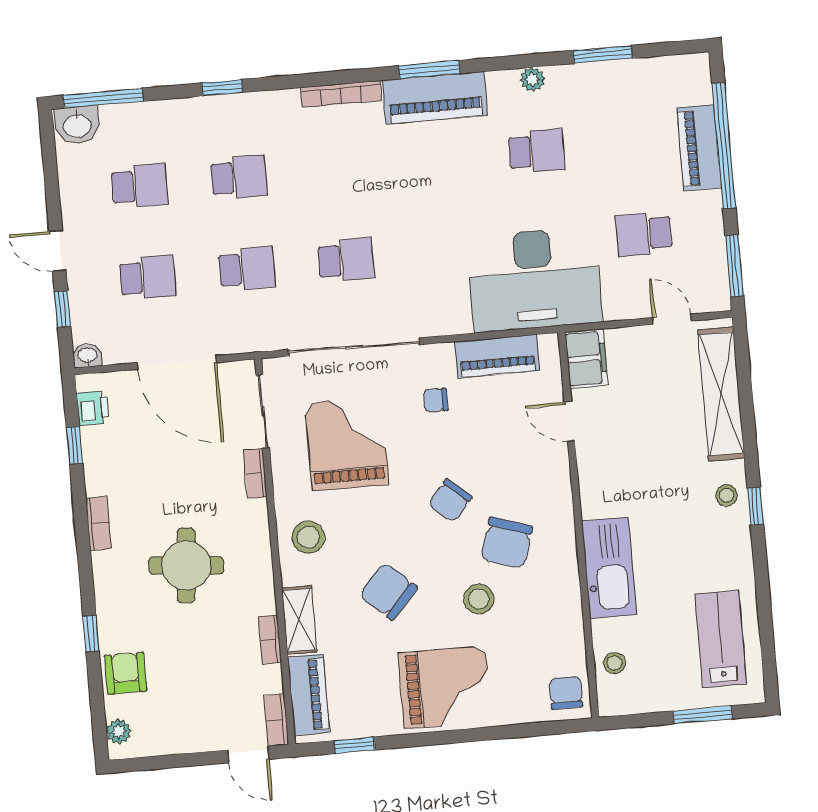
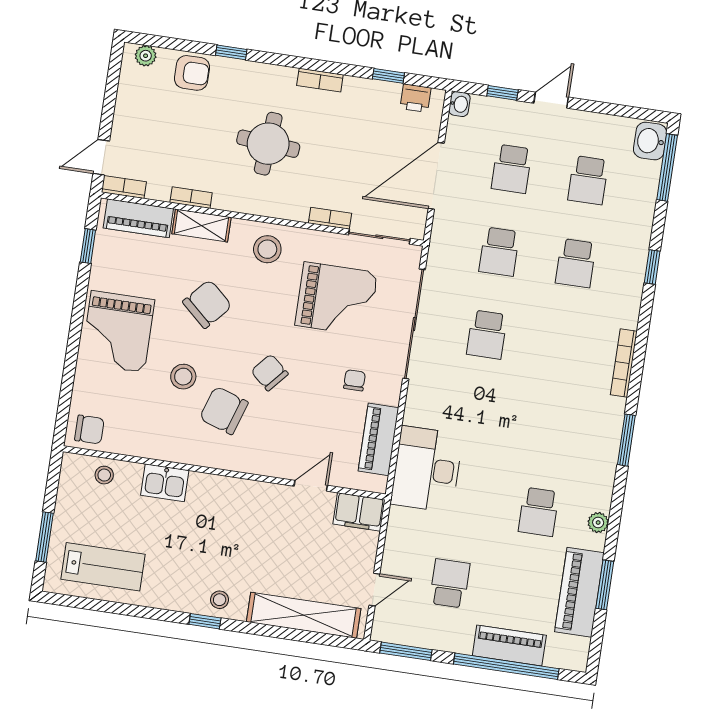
piano: (435, 98) -> (579, 592), moved
desk: (534, 279) -> (427, 469), width x0.73, depth x0.77
kitchen sink: (609, 568) -> (165, 483), width x0.53, depth x0.81

